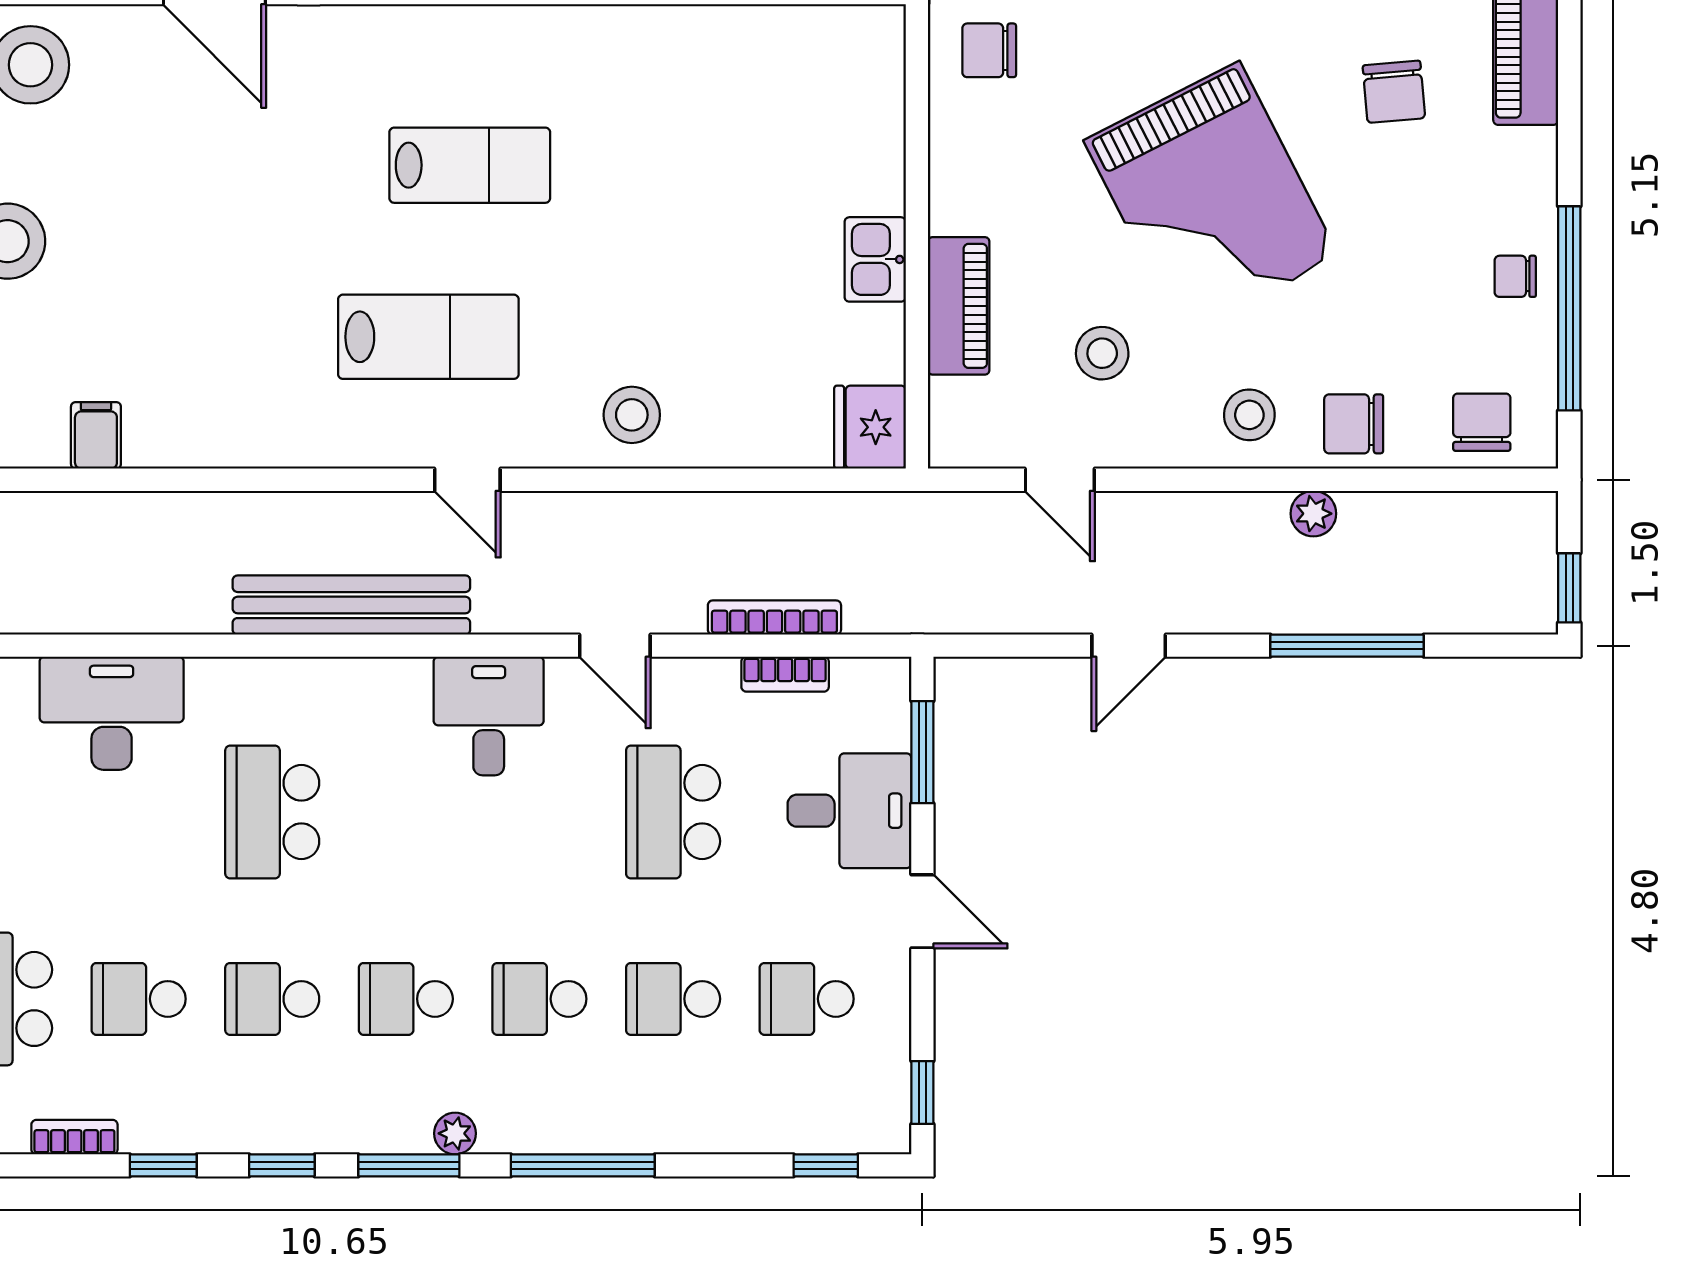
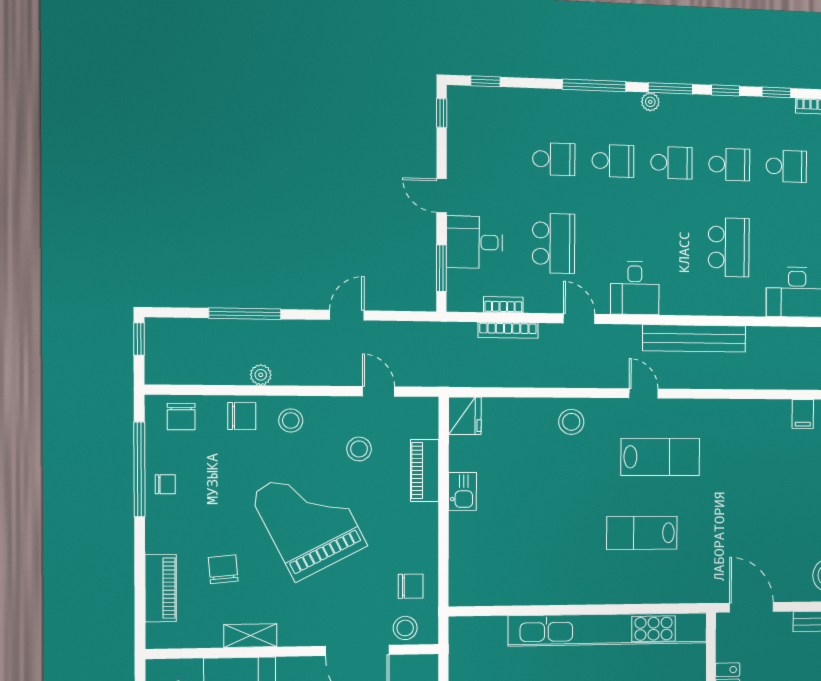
lab bench: (428, 337) -> (660, 457), turned 180
school desk: (807, 999) -> (494, 157), removed

